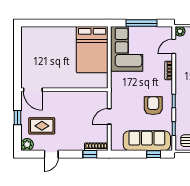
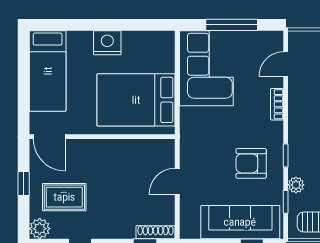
plant: (180, 31) -> (296, 185), moved
nightstand: (67, 34) -> (107, 43), added
bed: (92, 50) -> (136, 100), moved, turned 90
bed: (32, 51) -> (48, 71), added
armchair: (153, 106) -> (251, 163), turned -90

